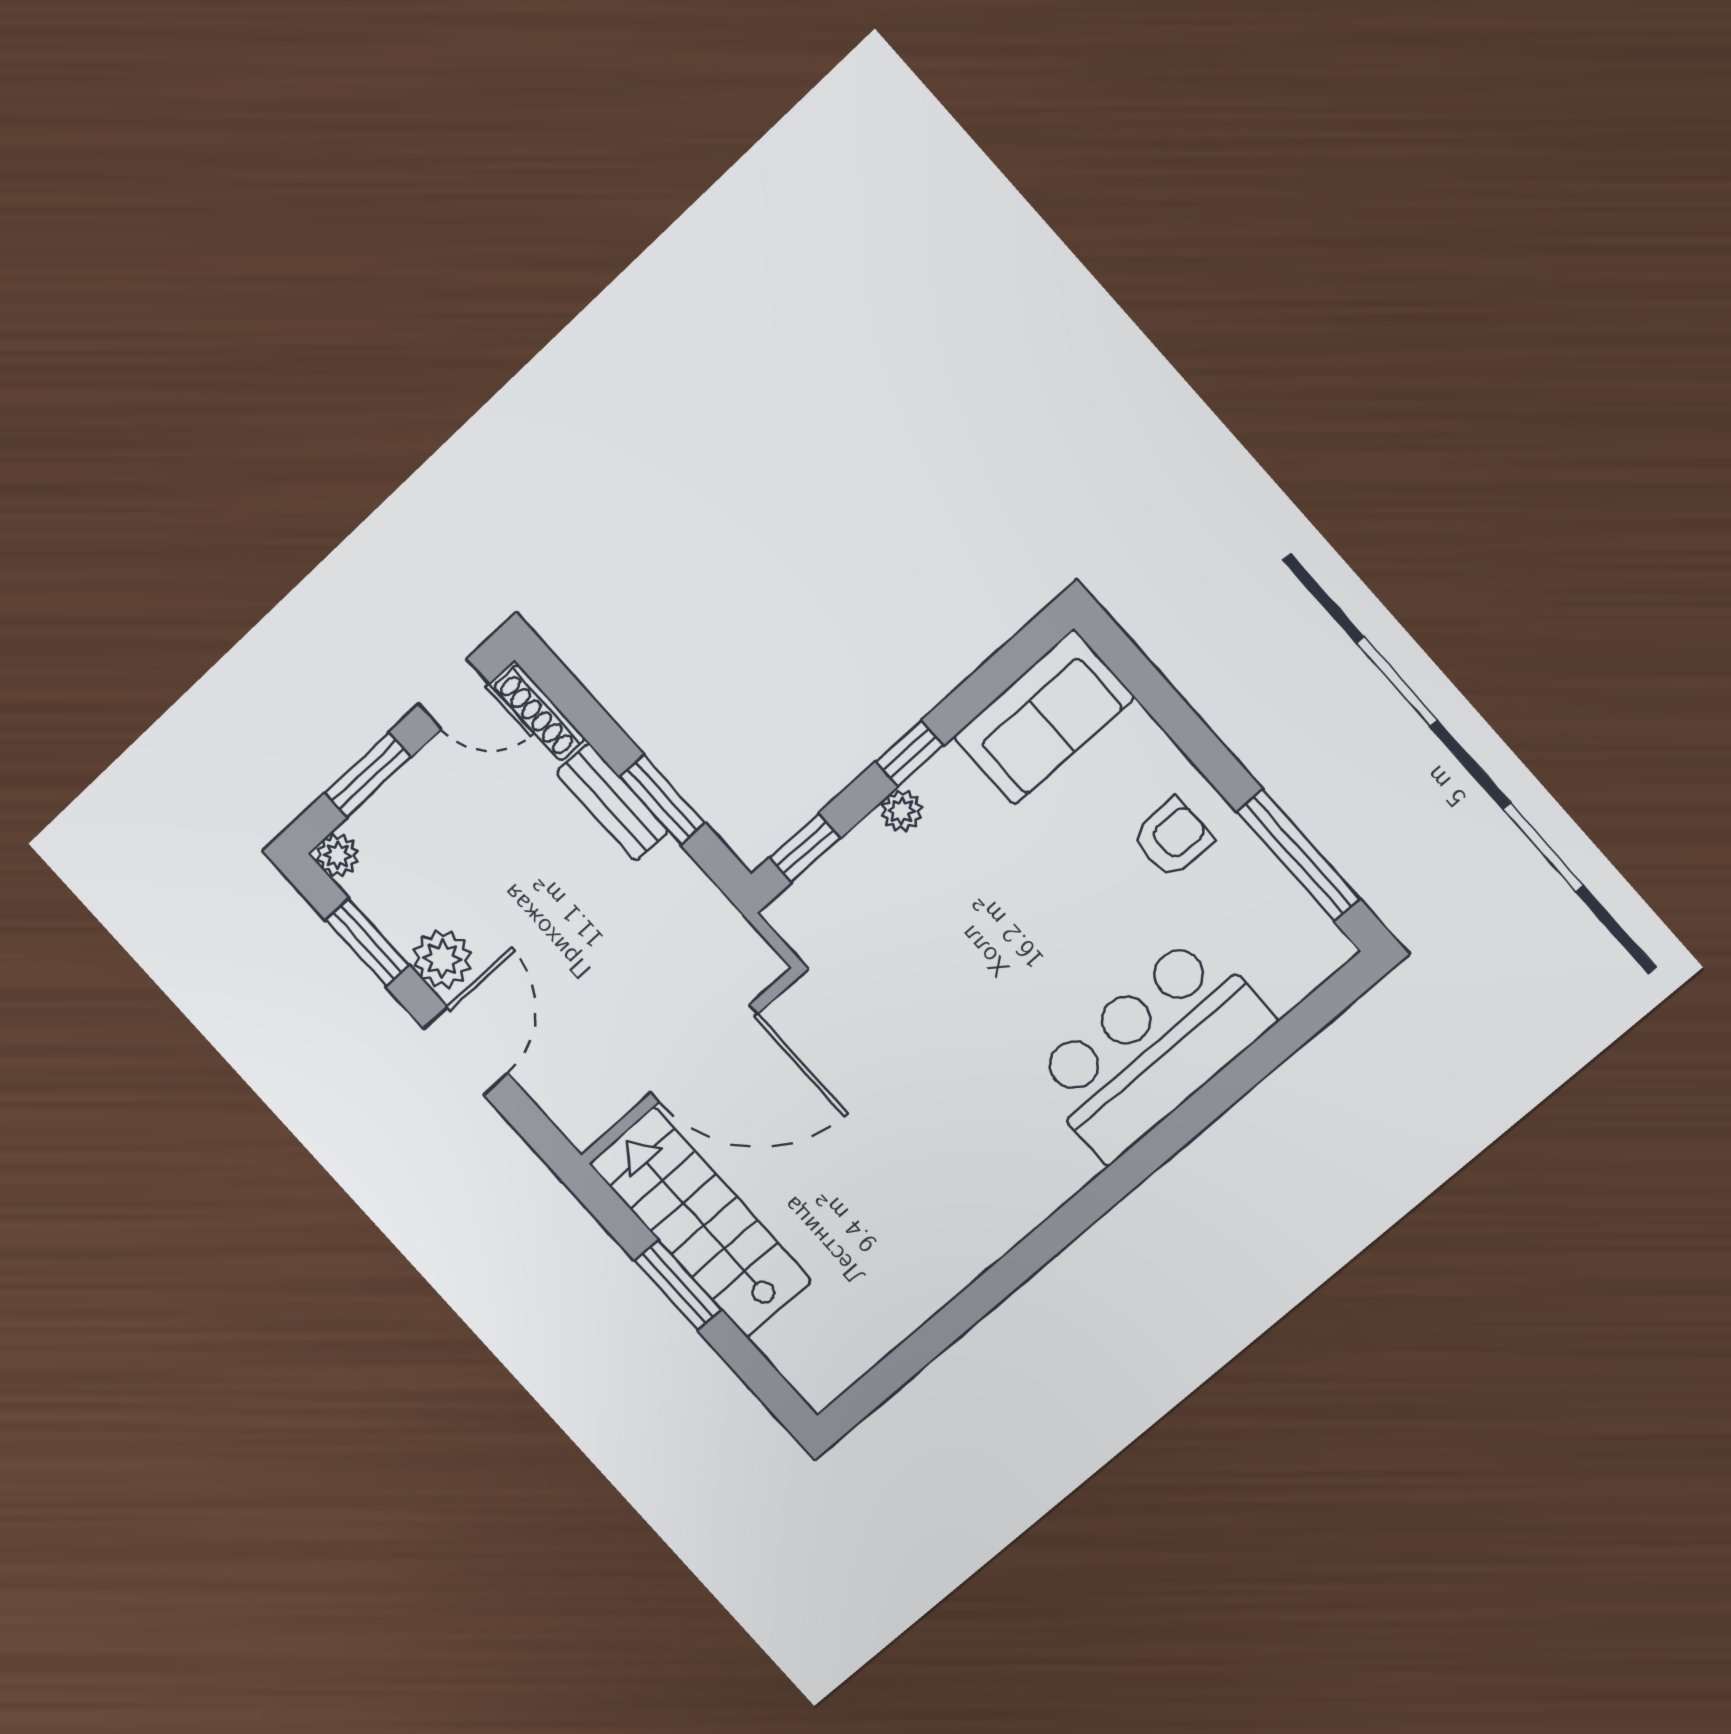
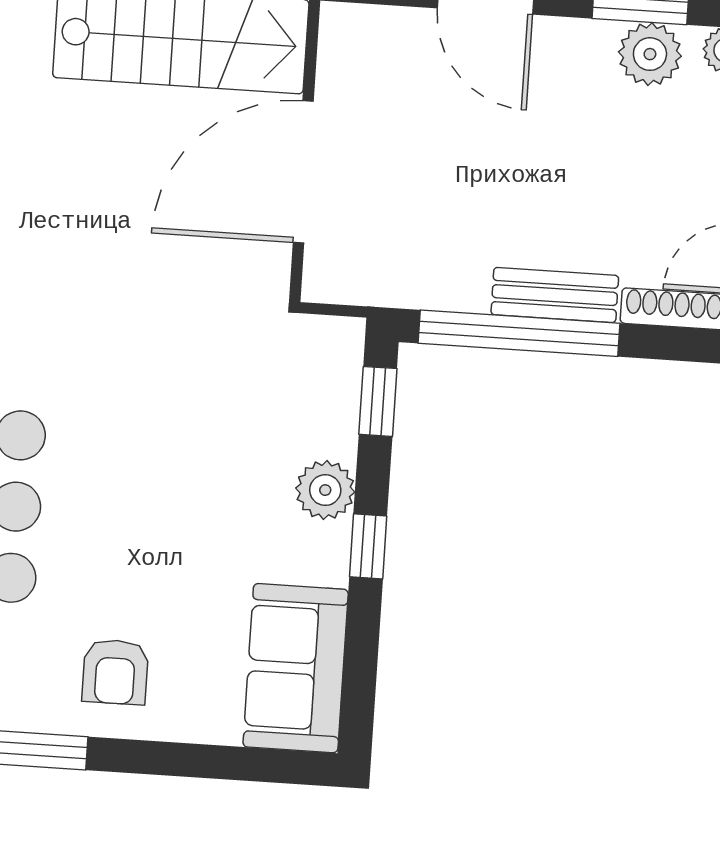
window: (662, 800) -> (519, 333), width x2.11
plant: (902, 811) -> (325, 490), width x1.38, depth x1.38
plant: (442, 959) -> (650, 54), moved

